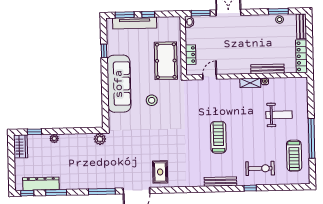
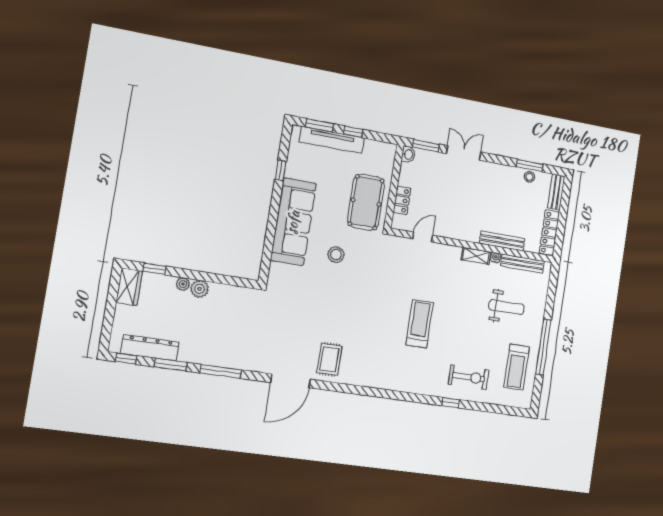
plant: (100, 139) -> (200, 289), moved
bench: (220, 182) -> (522, 264), moved
window: (102, 191) -> (221, 371), moved

